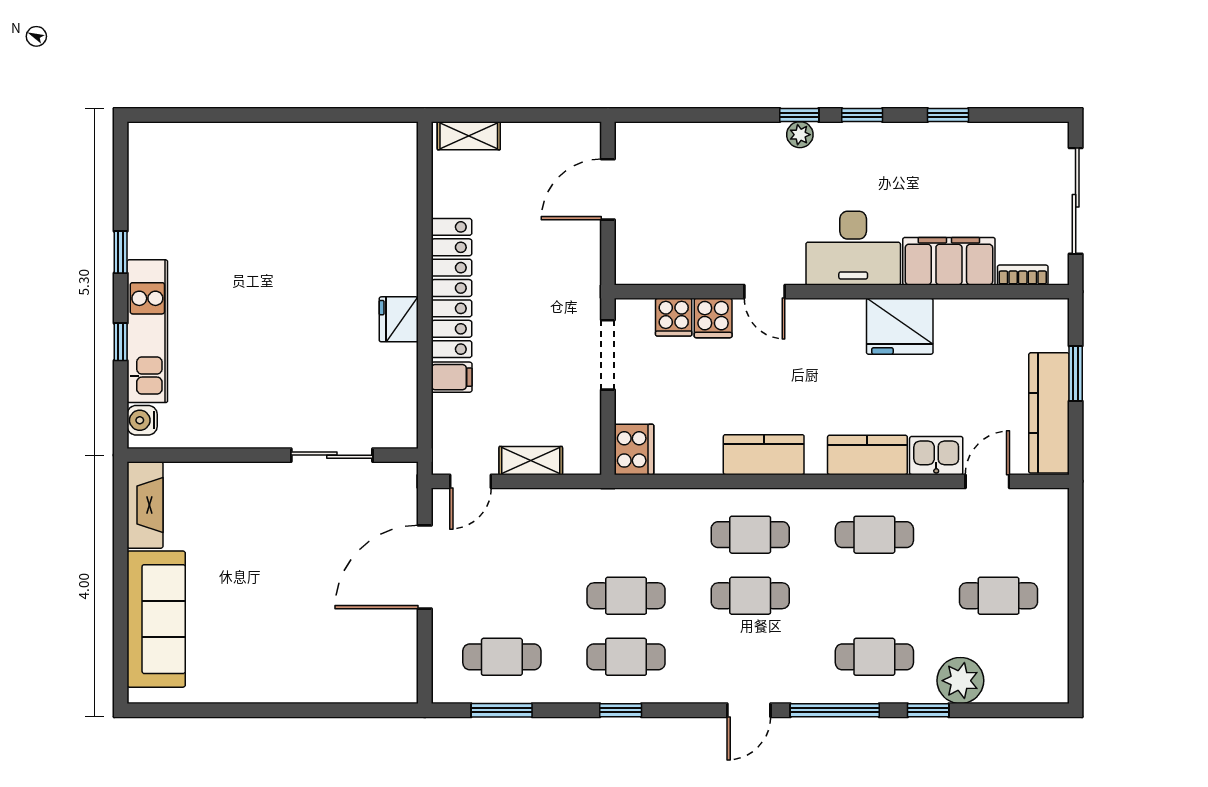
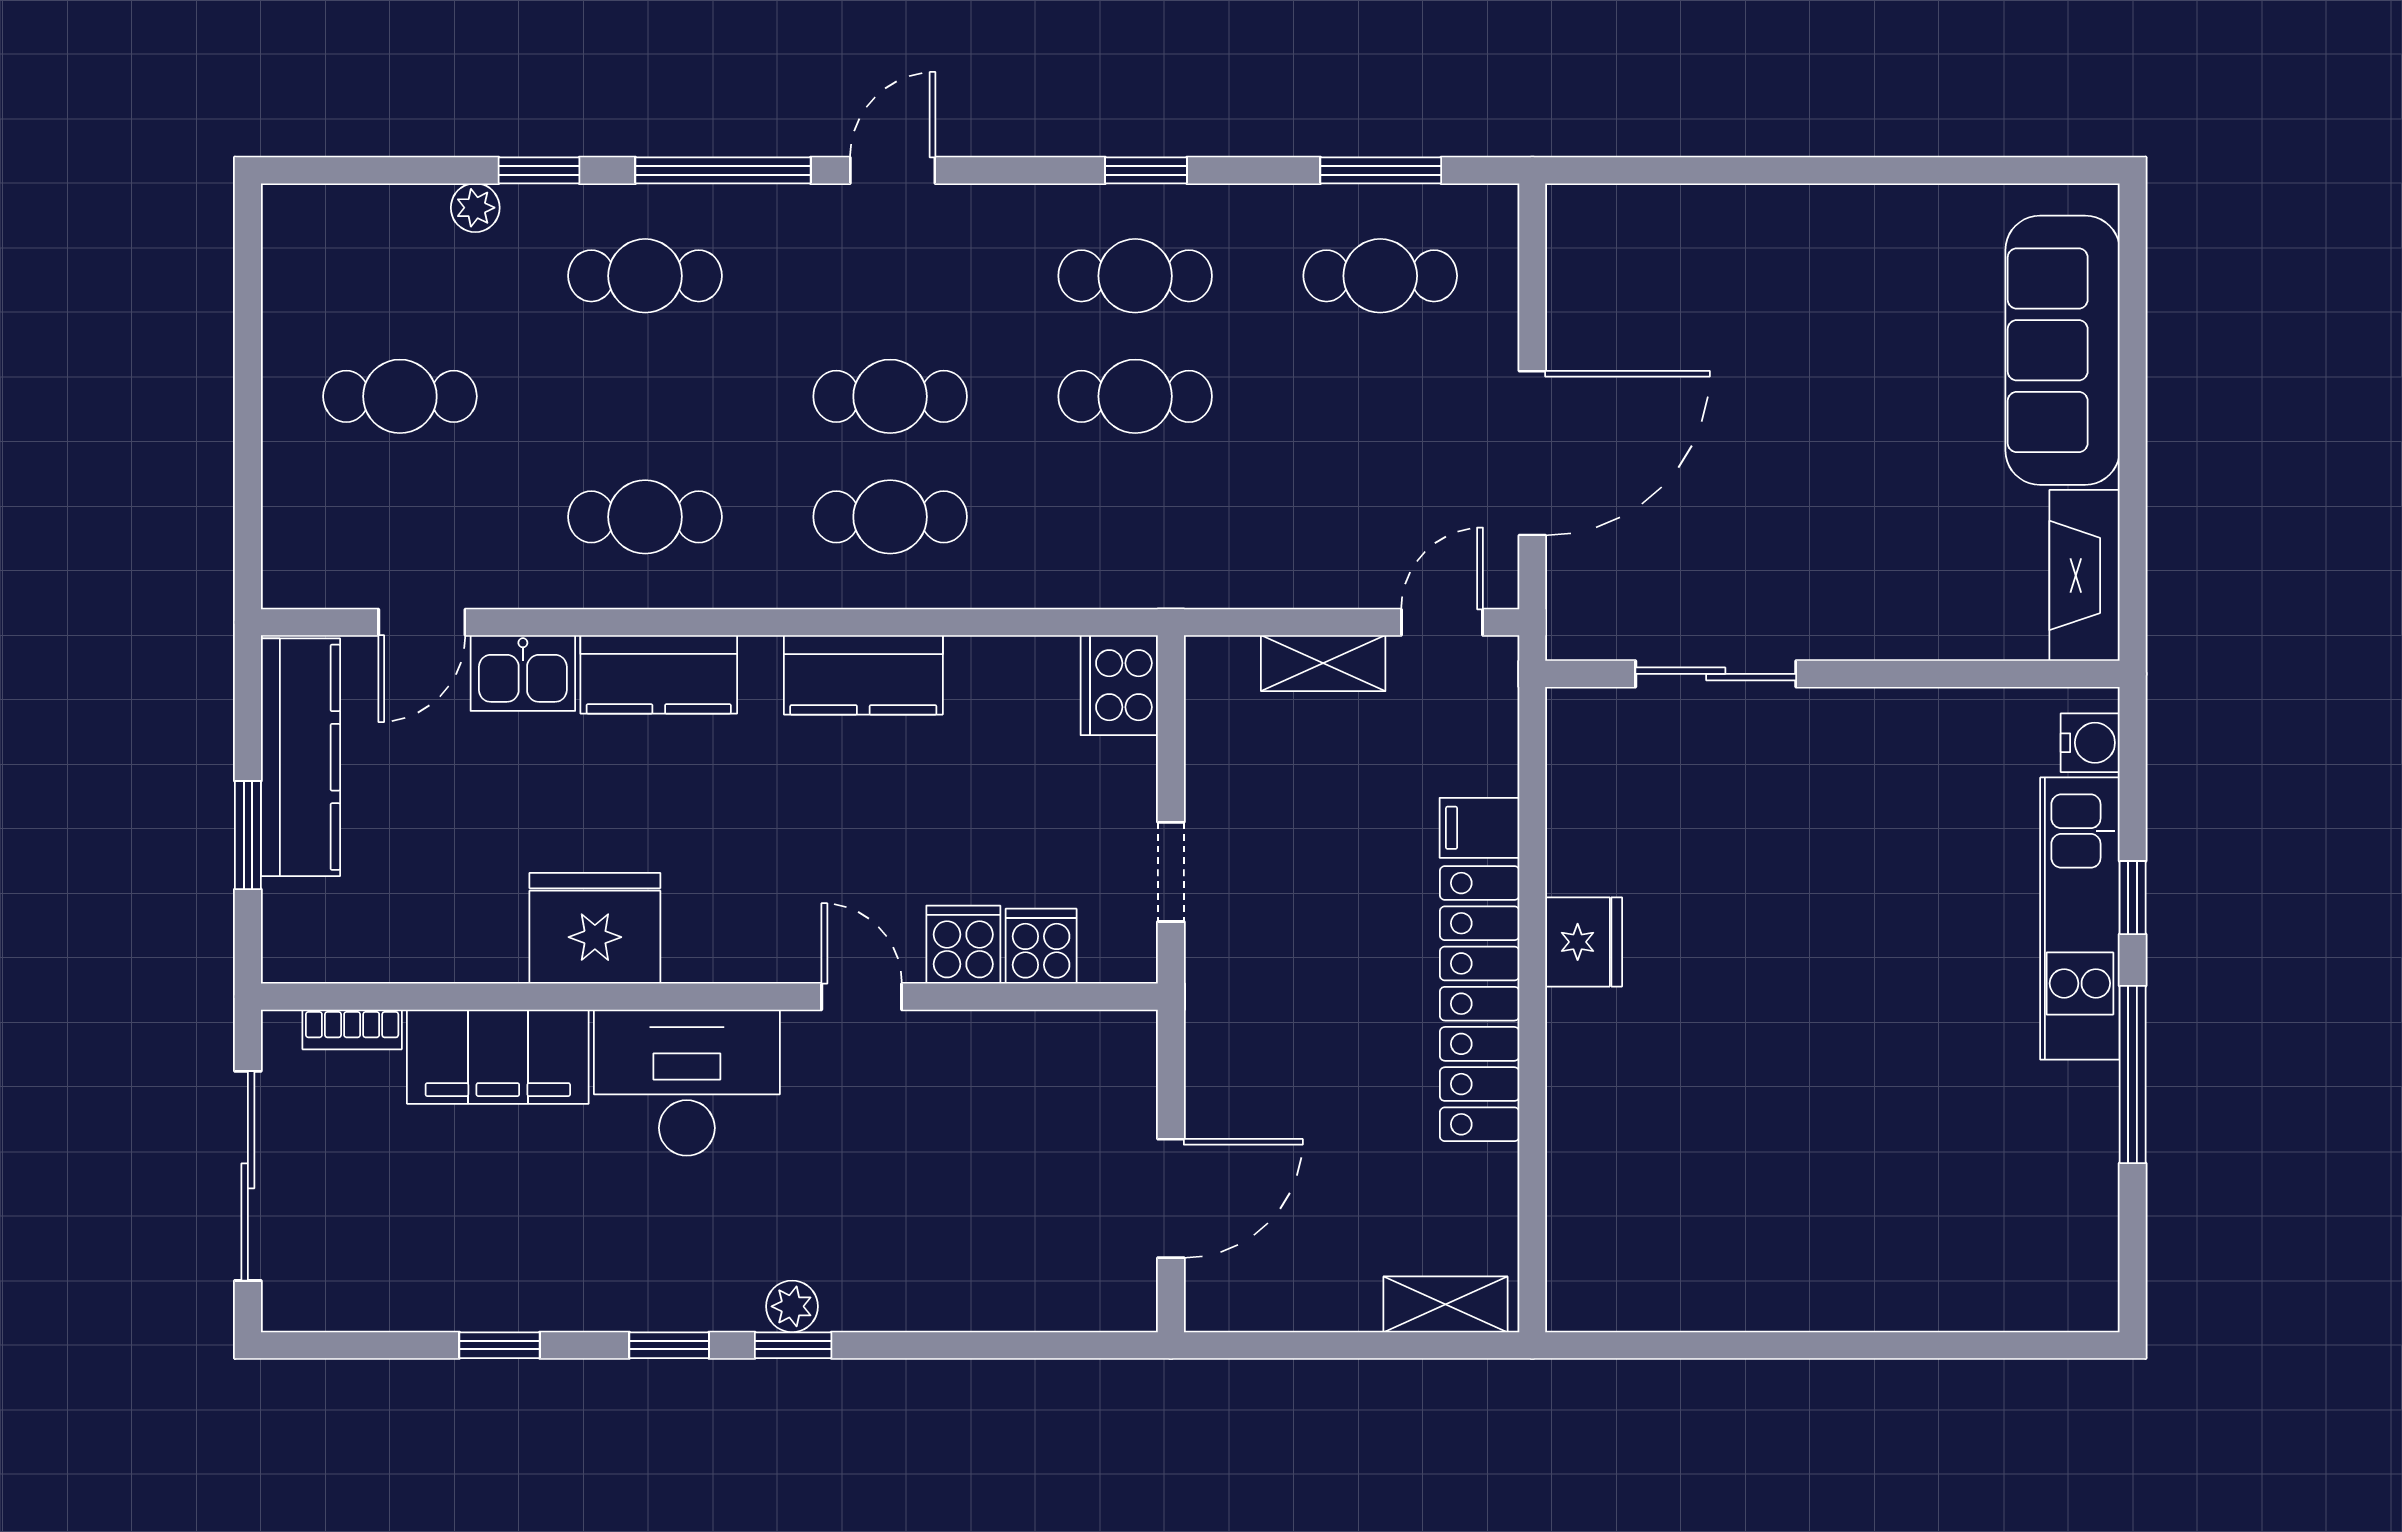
window: (121, 252) -> (2133, 1074), width x2.17
doorway: (608, 355) -> (1171, 872), width x0.73
plant: (960, 681) -> (475, 208), width x0.53, depth x0.53

